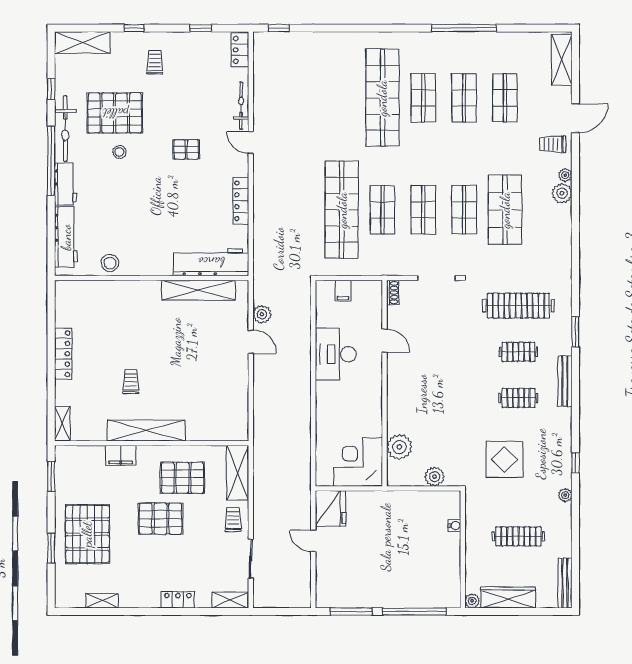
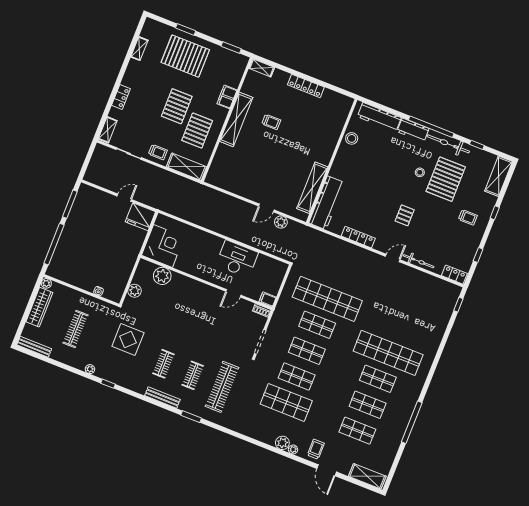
filing cabinet: (343, 291) -> (268, 299), moved

